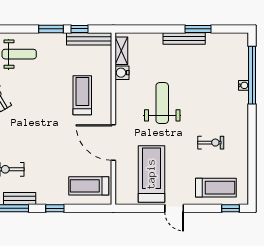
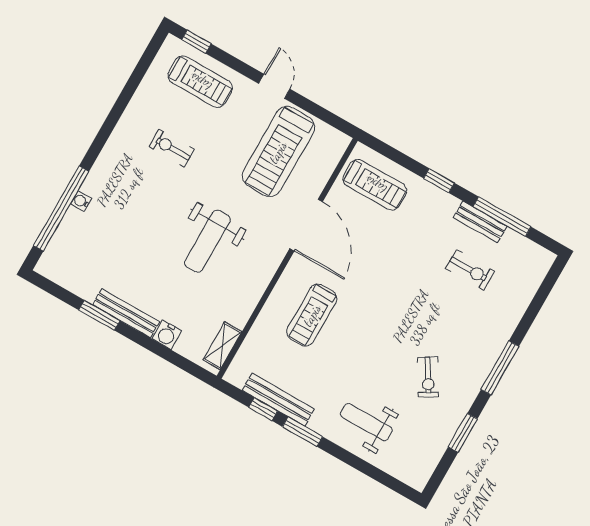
bench: (89, 39) -> (278, 400), moved
water cooler: (122, 73) -> (167, 335), moved, turned 90
treadmill: (216, 188) -> (200, 82), turned 180

